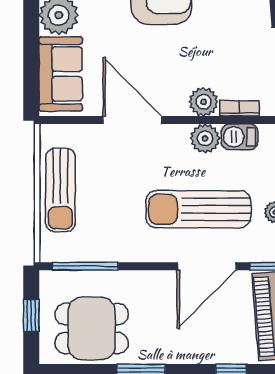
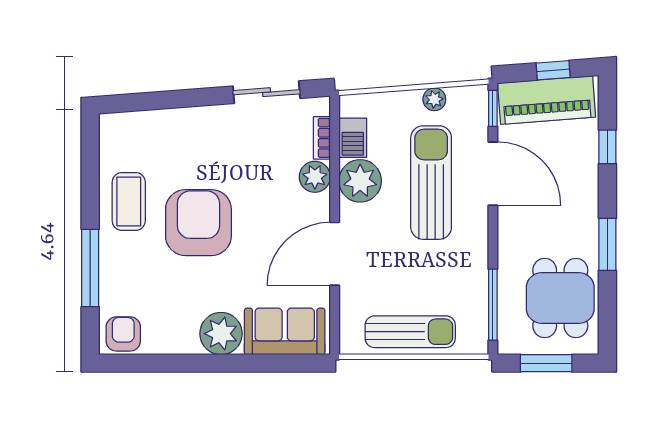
plant: (205, 138) -> (360, 181), width x1.36, depth x1.36
sun lounger: (198, 209) -> (431, 183), turned 180
window: (31, 315) -> (546, 363), width x1.50

